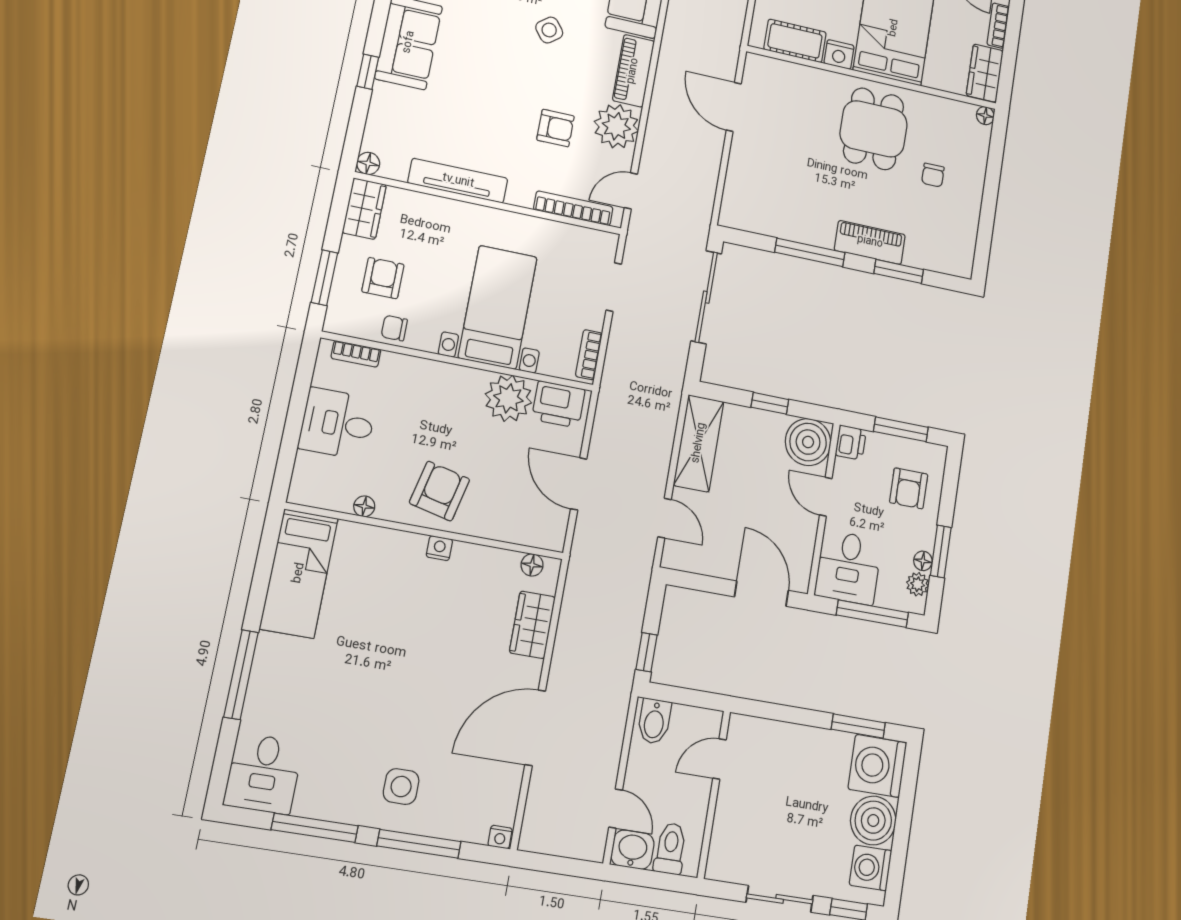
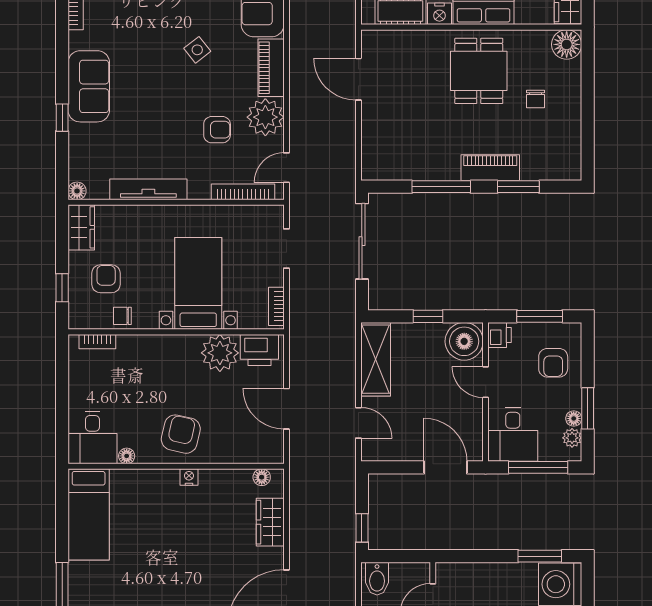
floor lamp: (985, 116) -> (567, 44), width x1.89, depth x1.89
window: (324, 278) -> (62, 288), width x0.67
desk: (337, 424) -> (92, 438), moved, turned -90

